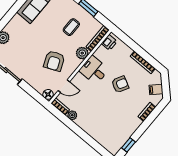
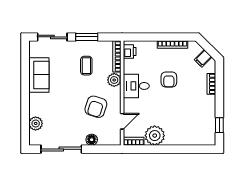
armchair: (54, 61) -> (96, 107), turned 41
armchair: (120, 84) -> (169, 79), turned 152
floor lamp: (48, 94) -> (92, 140), moved
plant: (72, 115) -> (155, 136), width x1.88, depth x1.88

